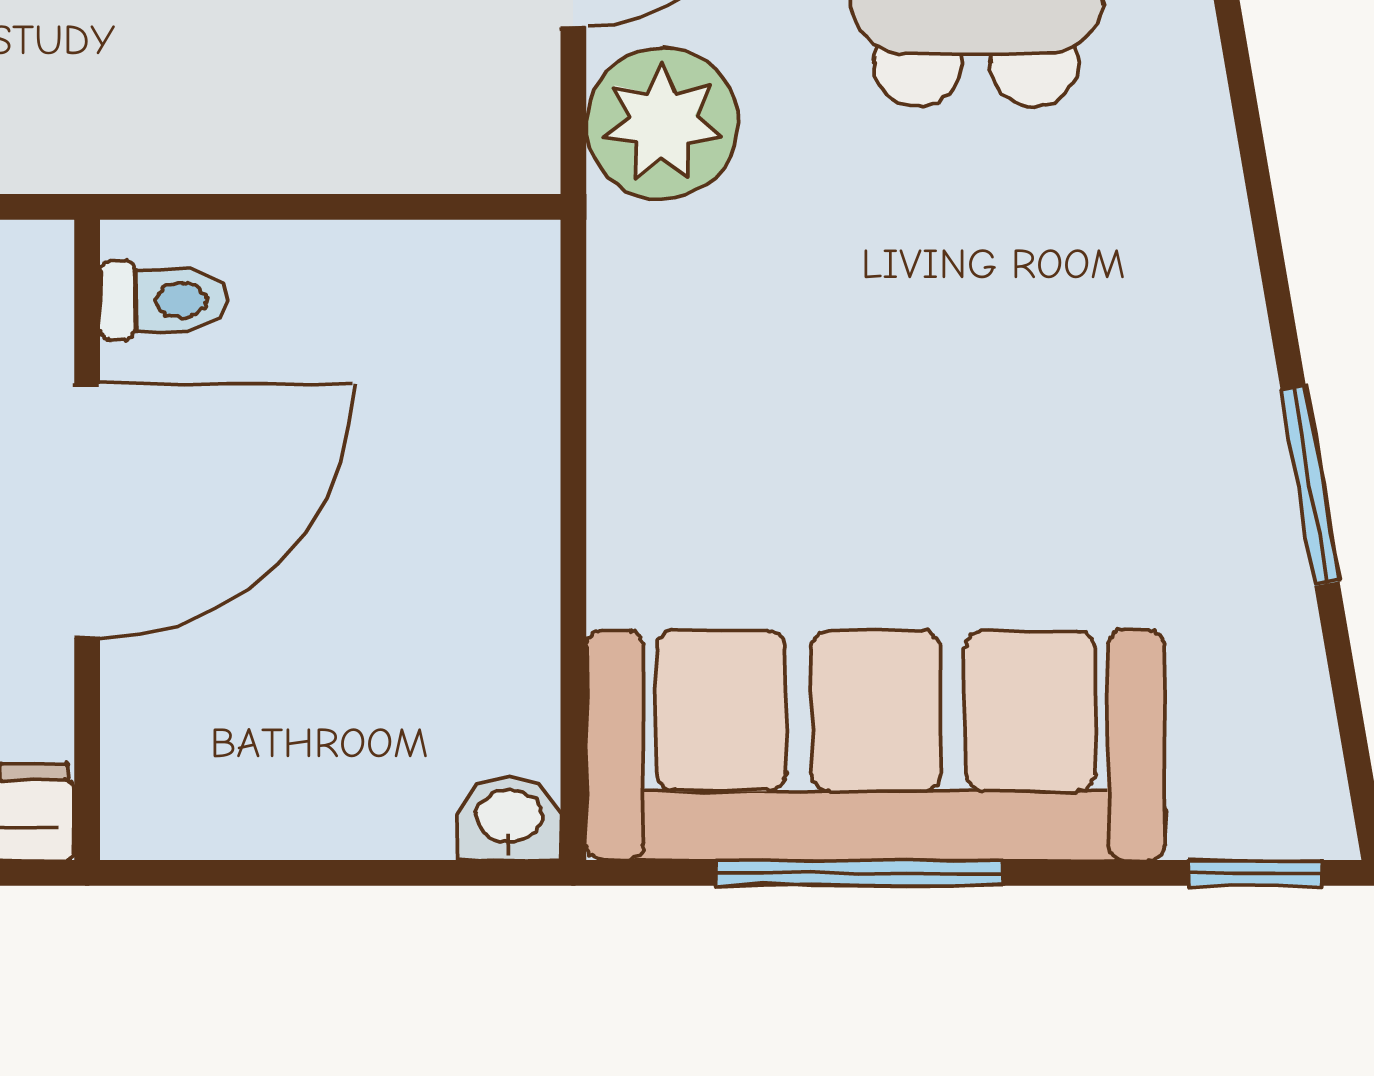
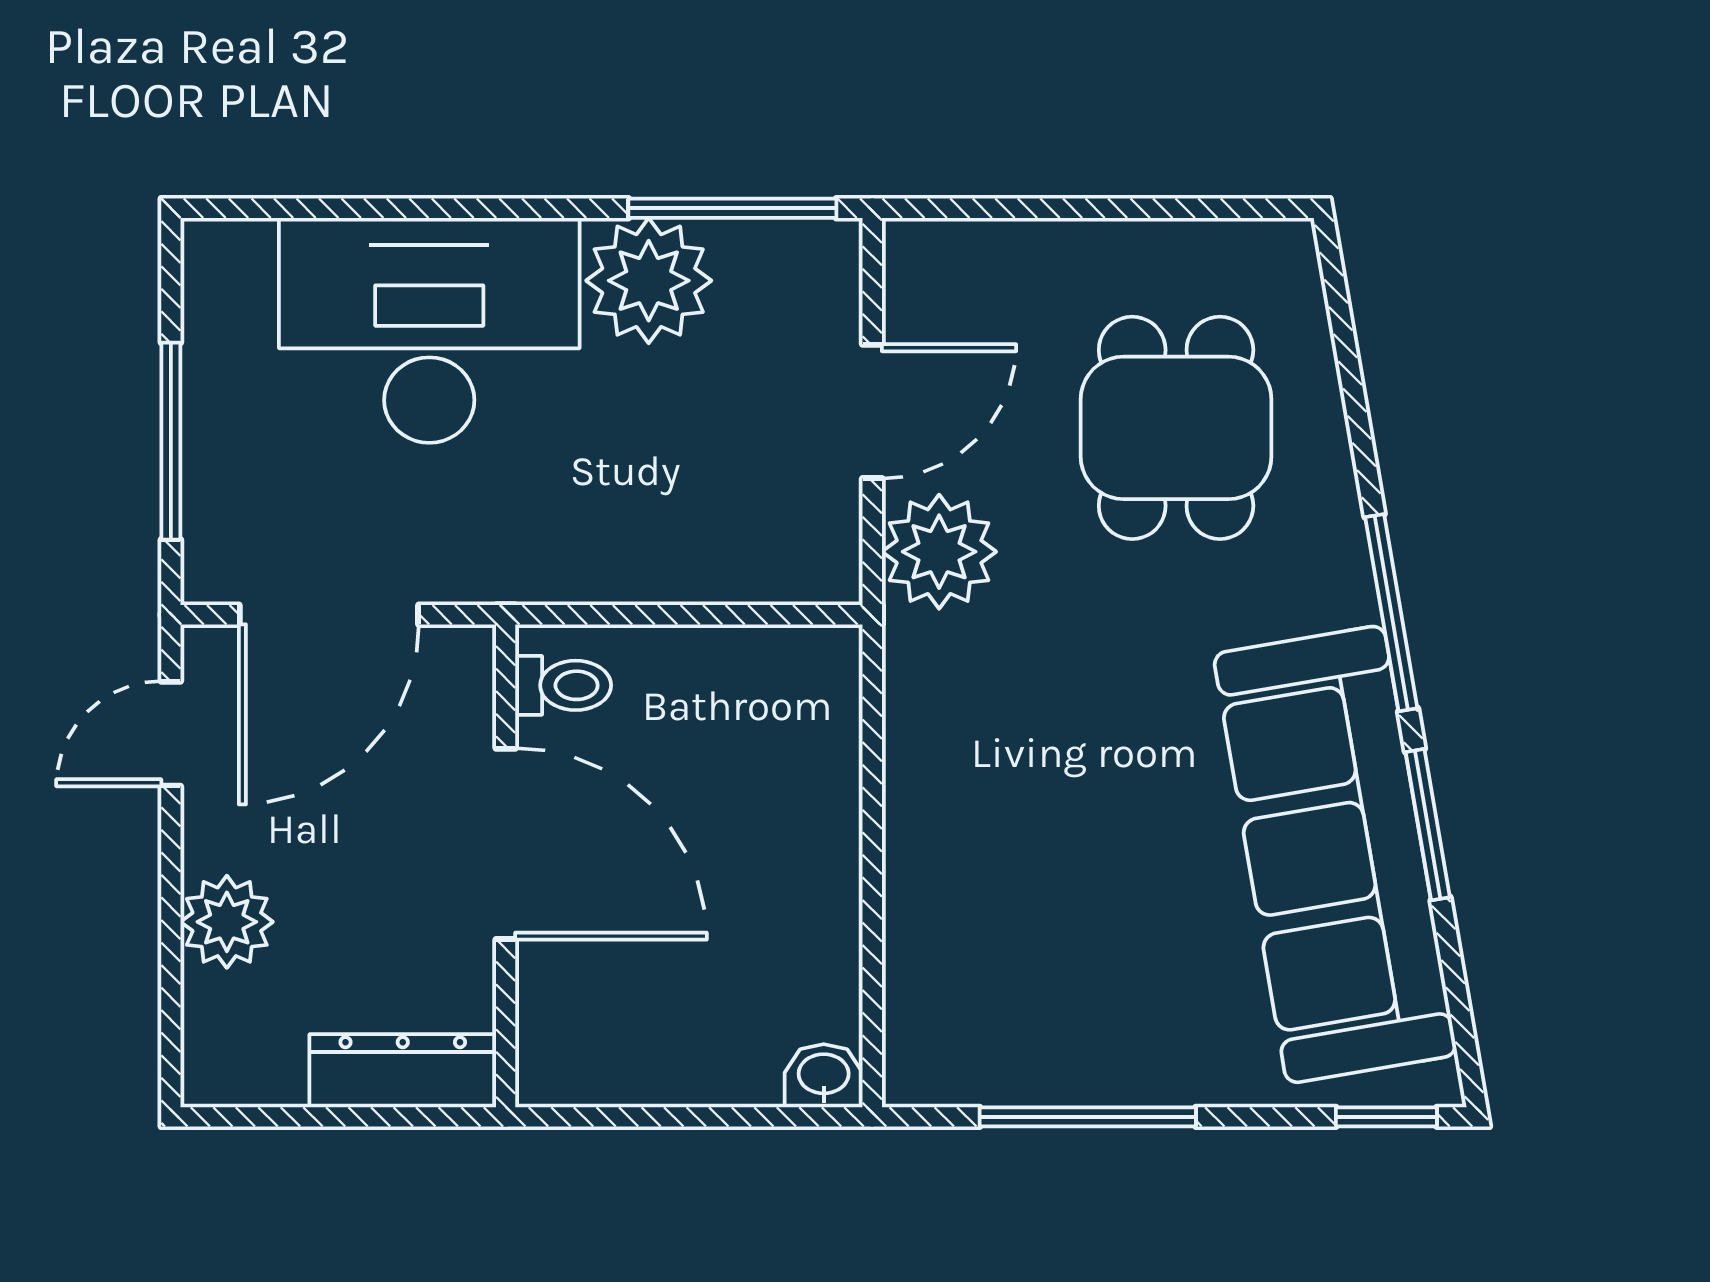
window: (1262, 204) -> (1391, 613), added
door: (87, 511) -> (506, 844), hinge flipped
sofa: (876, 745) -> (1335, 854), moved, turned -100

